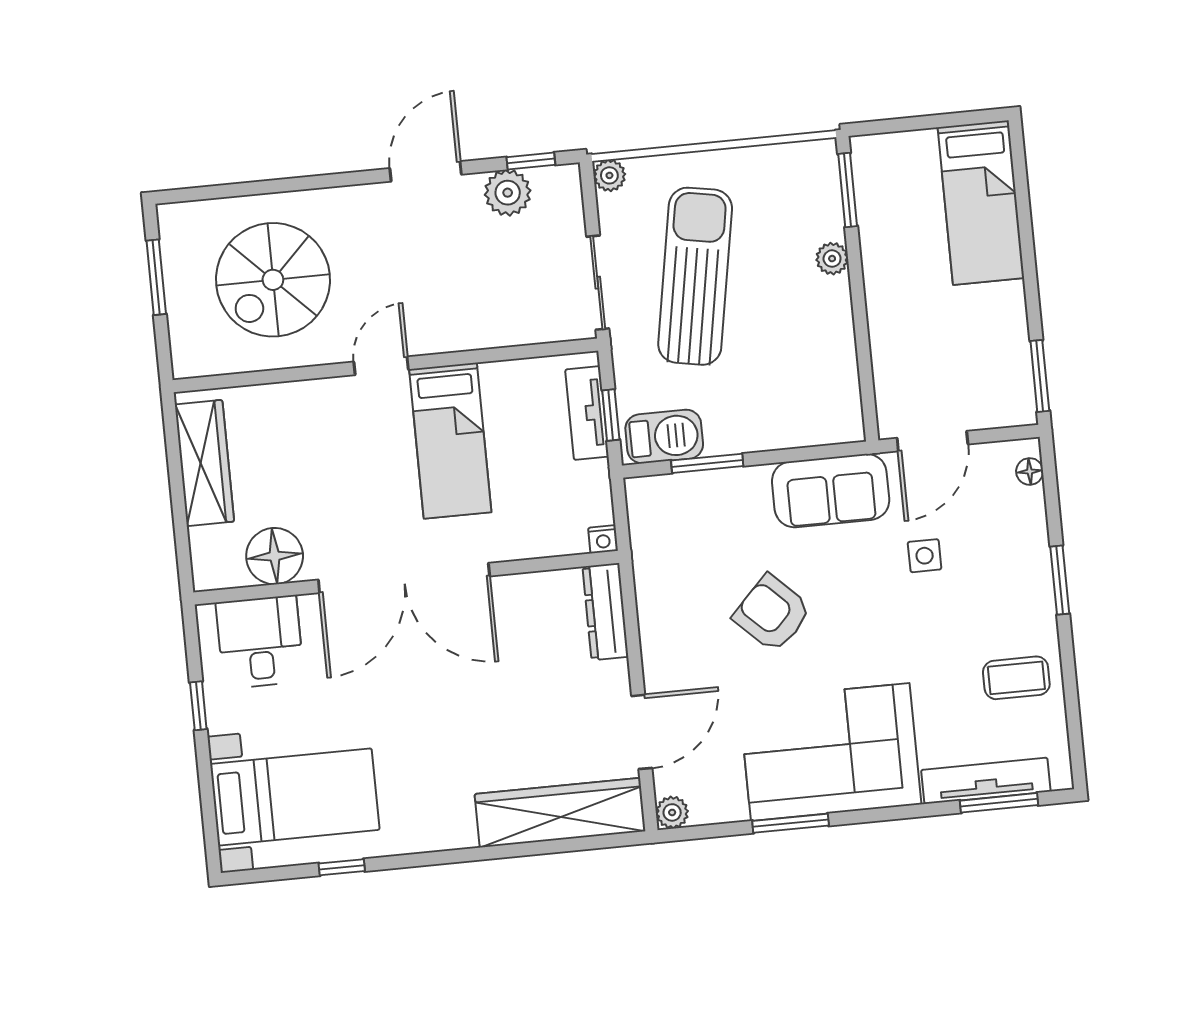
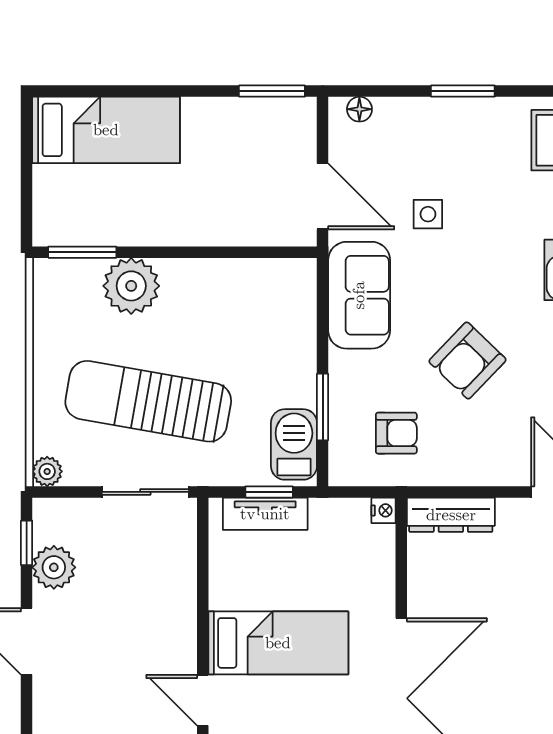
plant: (832, 259) -> (131, 286), width x1.88, depth x1.88
armchair: (687, 545) -> (396, 433), added

